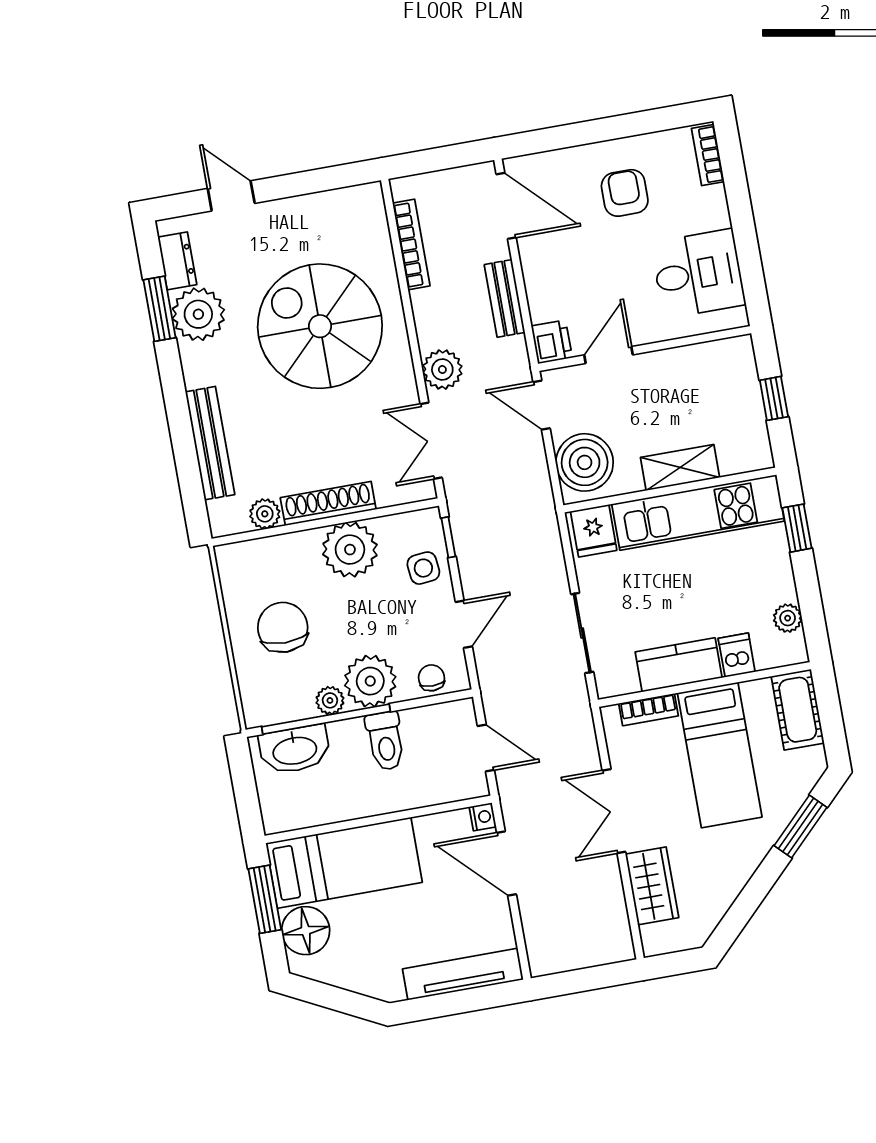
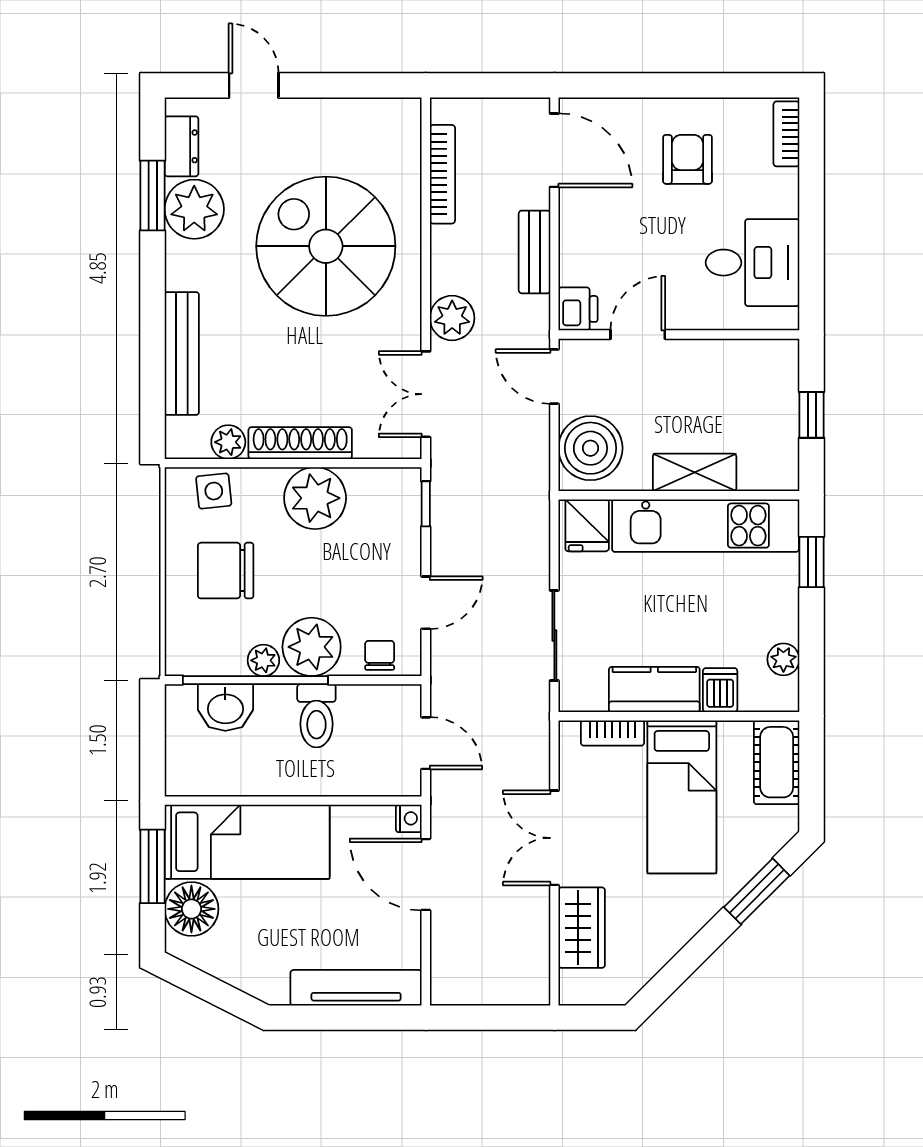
side table: (423, 568) -> (214, 491), moved
chair: (283, 627) -> (226, 571), turned -90
washbasin: (295, 750) -> (225, 707), width x0.72

